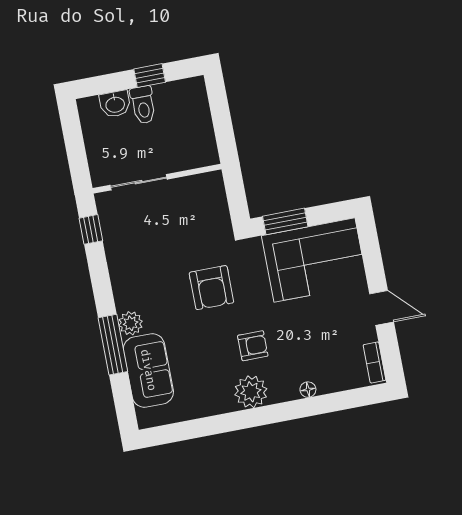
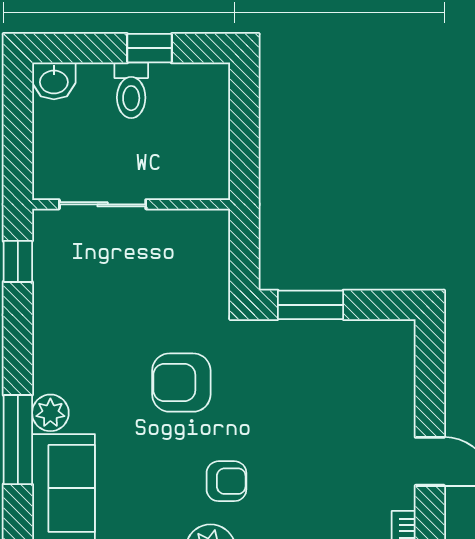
washbasin: (115, 104) -> (54, 81), moved
corner sofa: (315, 260) -> (343, 371), removed
armchair: (211, 288) -> (181, 383), turned 90

